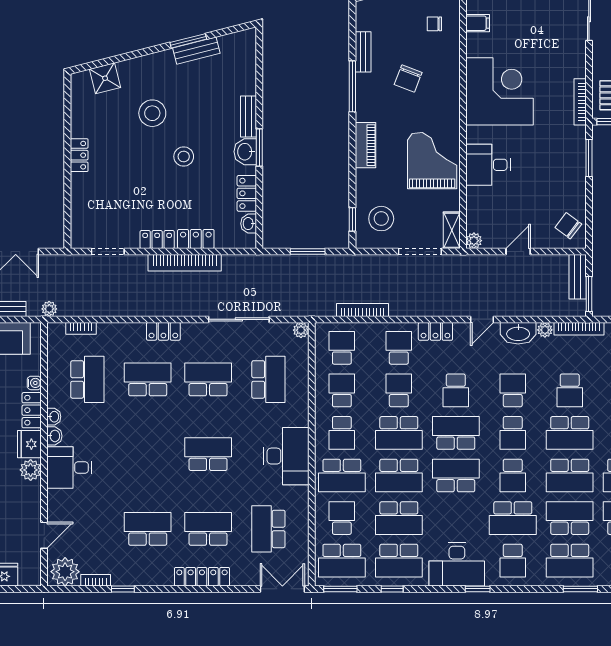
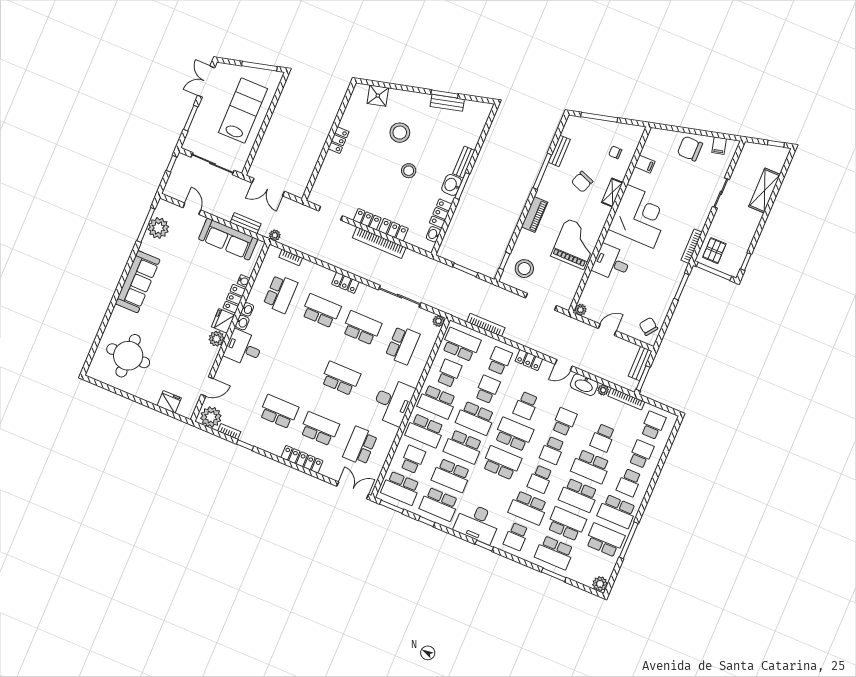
shelving: (452, 230) -> (612, 193), moved
school desk: (342, 348) -> (461, 345), width x1.85
school desk: (342, 433) -> (437, 402), width x1.85

